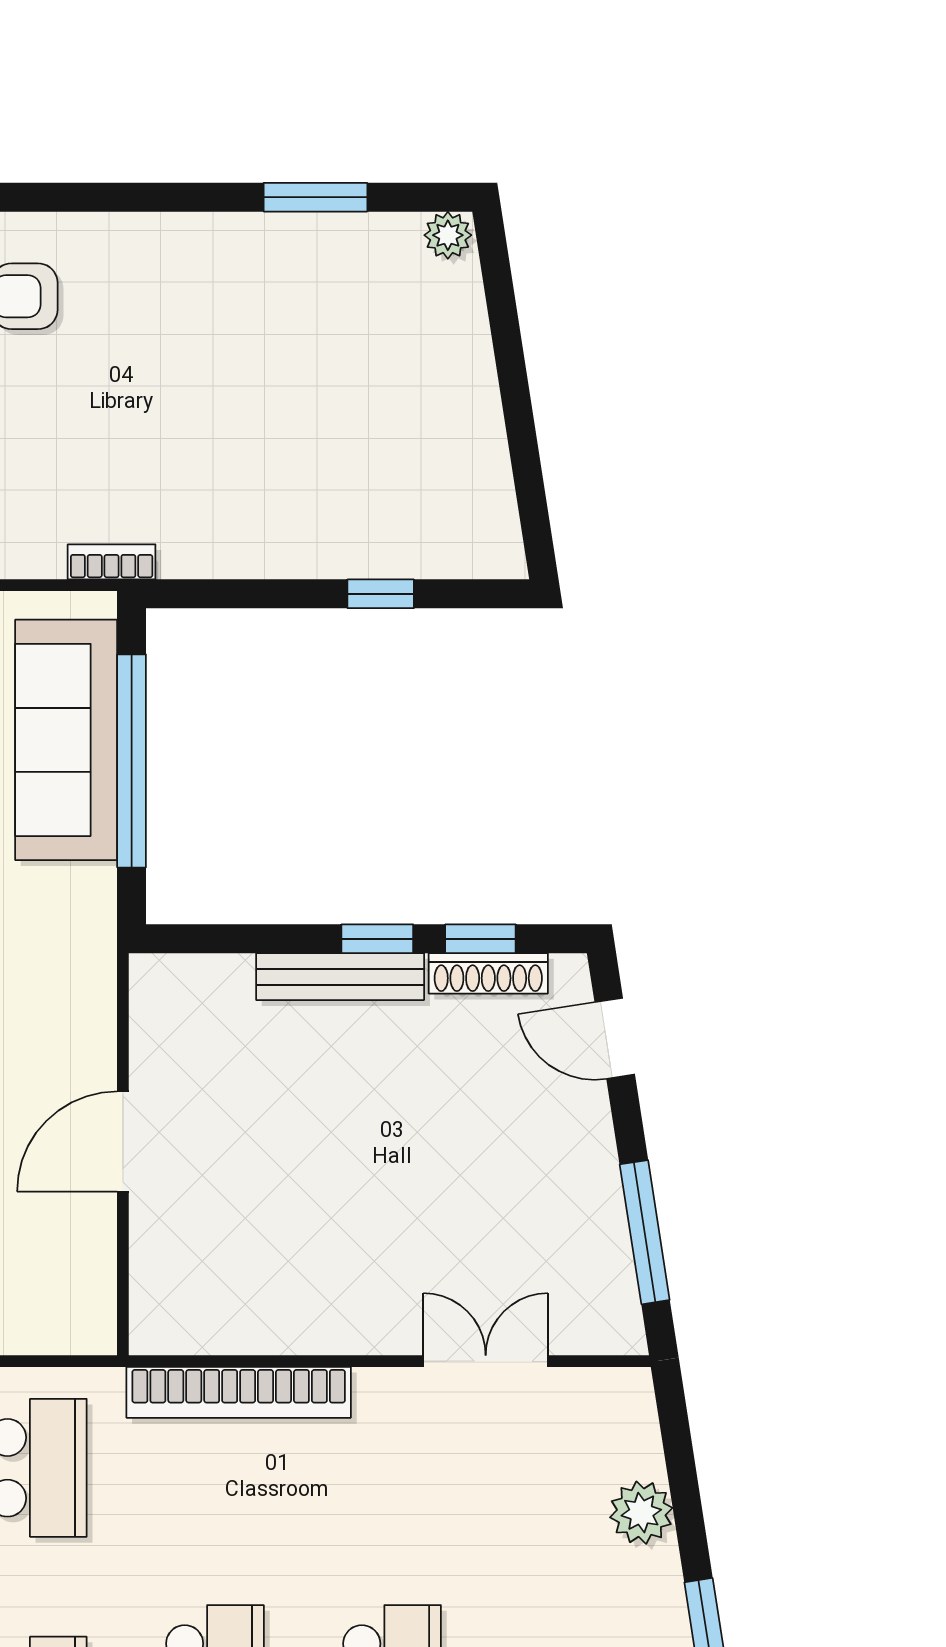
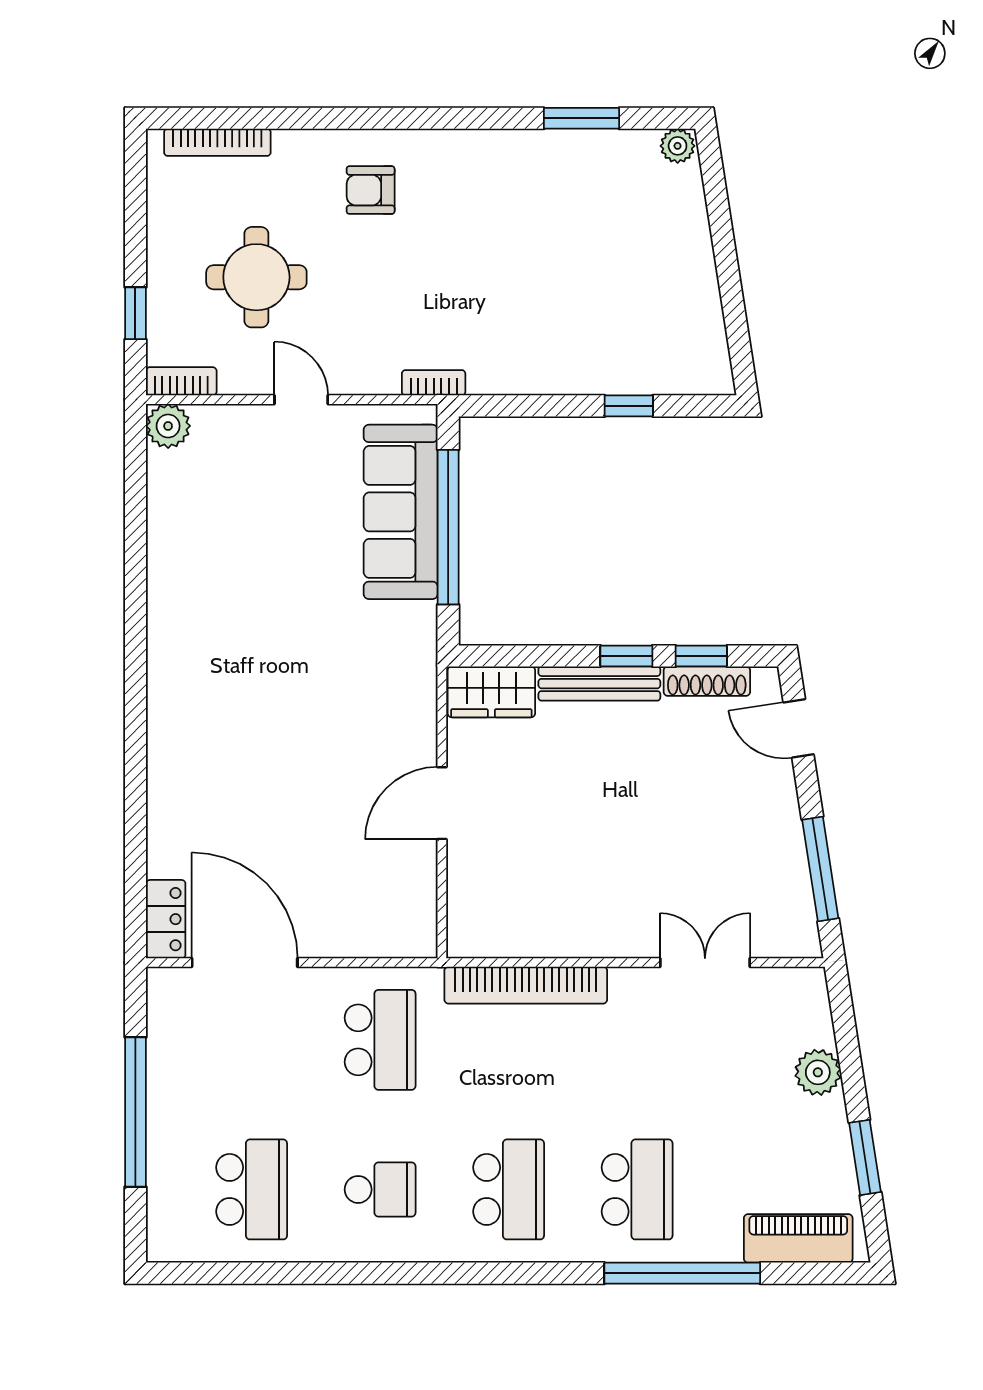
wardrobe: (191, 988) -> (491, 692), added

